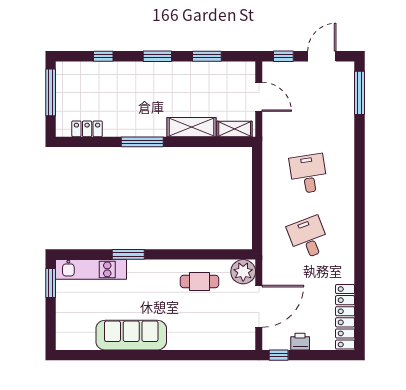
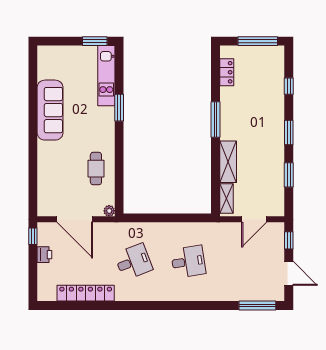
plant: (243, 272) -> (109, 211), width x0.53, depth x0.53
locker: (345, 317) -> (86, 293), moved

